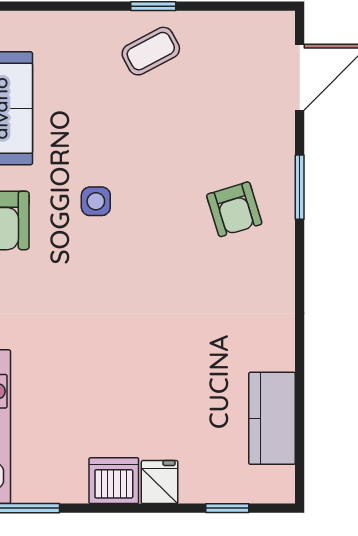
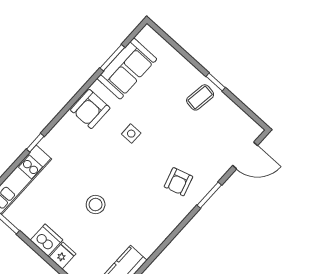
coffee table: (151, 51) -> (200, 97), turned -54
stool: (139, 359) -> (96, 205), added

